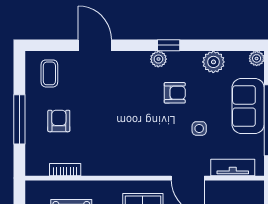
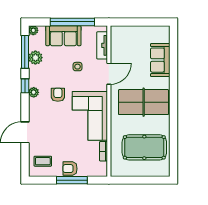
window: (222, 45) -> (25, 52), added
armchair: (175, 93) -> (58, 95), moved
armchair: (59, 121) -> (70, 169), moved
corner sofa: (121, 148) -> (90, 116), added

